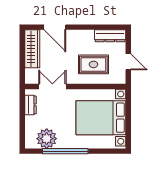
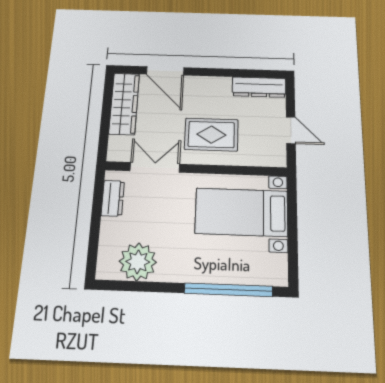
rug: (93, 64) -> (211, 135), moved
bed with nightstands: (101, 118) -> (241, 212), width x0.73
window: (65, 151) -> (228, 290), moved

